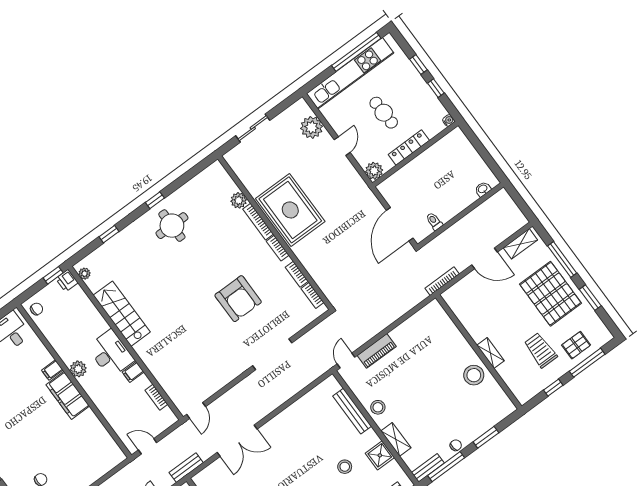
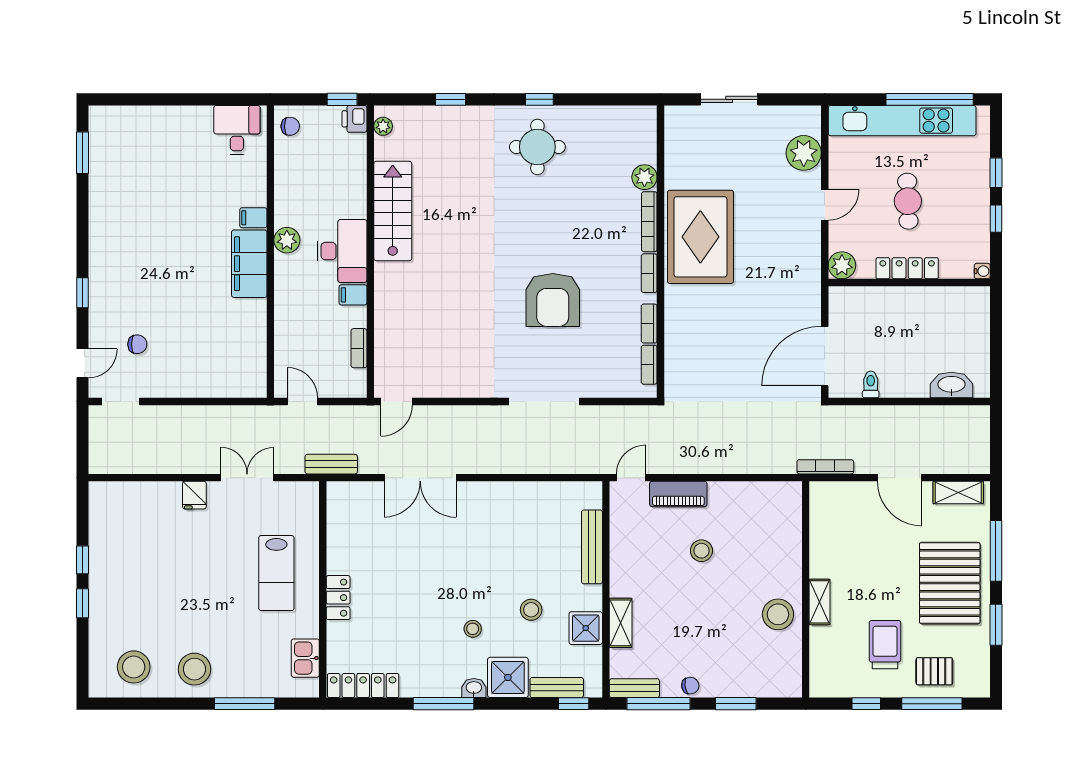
washbasin: (483, 189) -> (951, 385), width x1.91, depth x1.45
stool: (378, 407) -> (701, 551), moved

